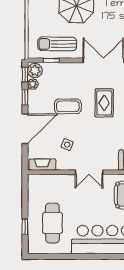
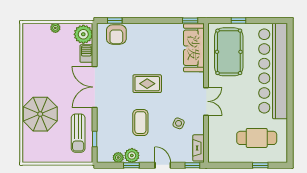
plant: (35, 71) -> (132, 155), moved
window: (25, 75) -> (192, 165), moved
rug: (104, 103) -> (147, 84), moved
door: (25, 129) -> (163, 165), width x0.53

